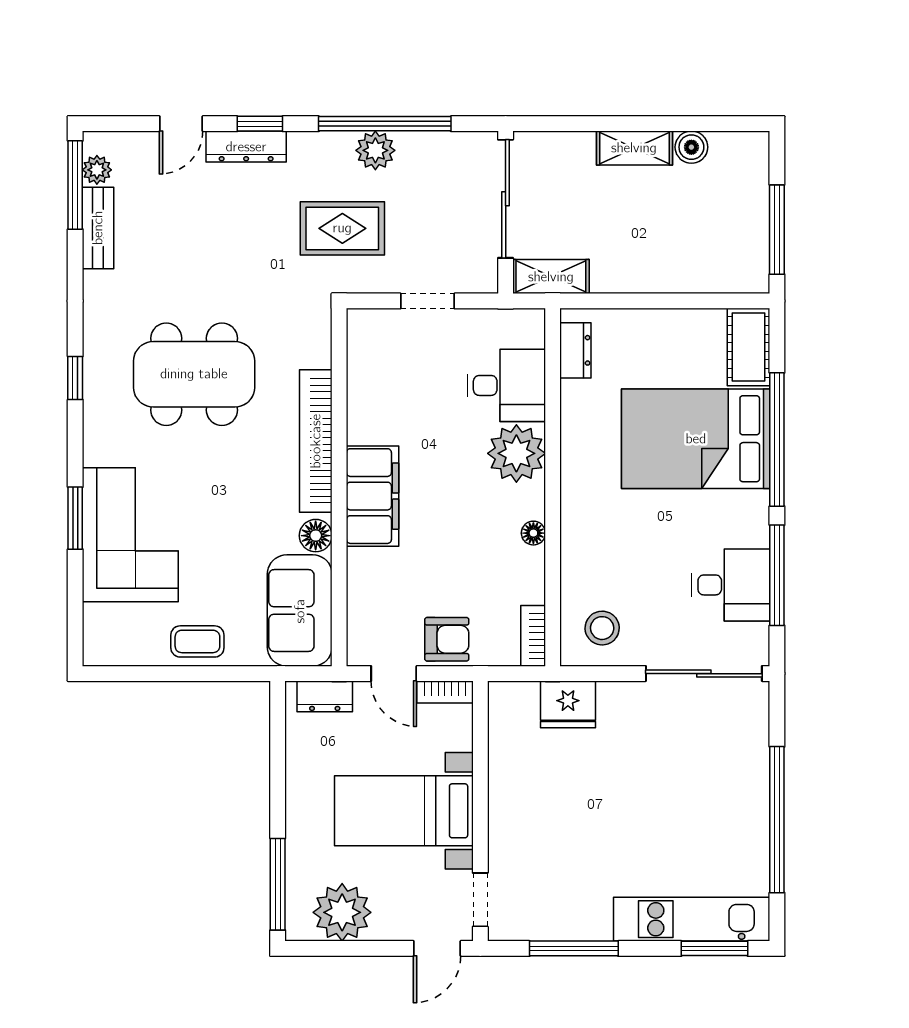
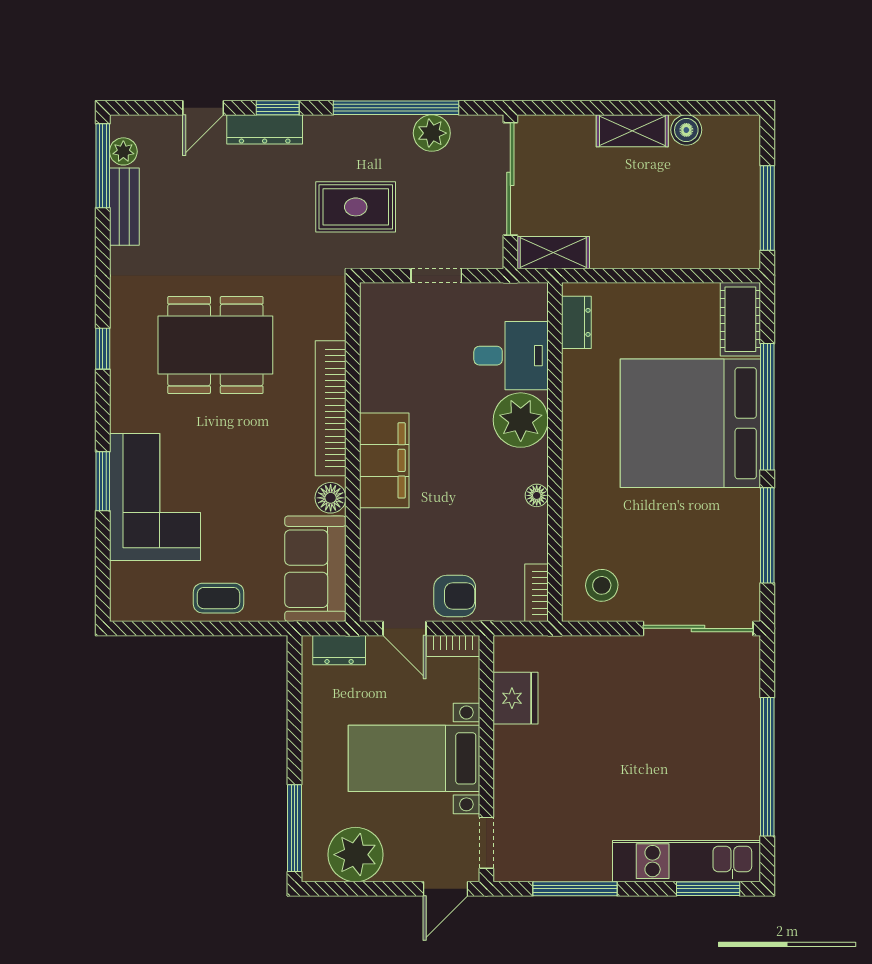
plant: (375, 150) -> (432, 133), moved
bed: (696, 439) -> (690, 423), width x1.36
desk: (731, 585) -> (724, 545), removed
fridge: (568, 704) -> (516, 698), moved, turned -90

